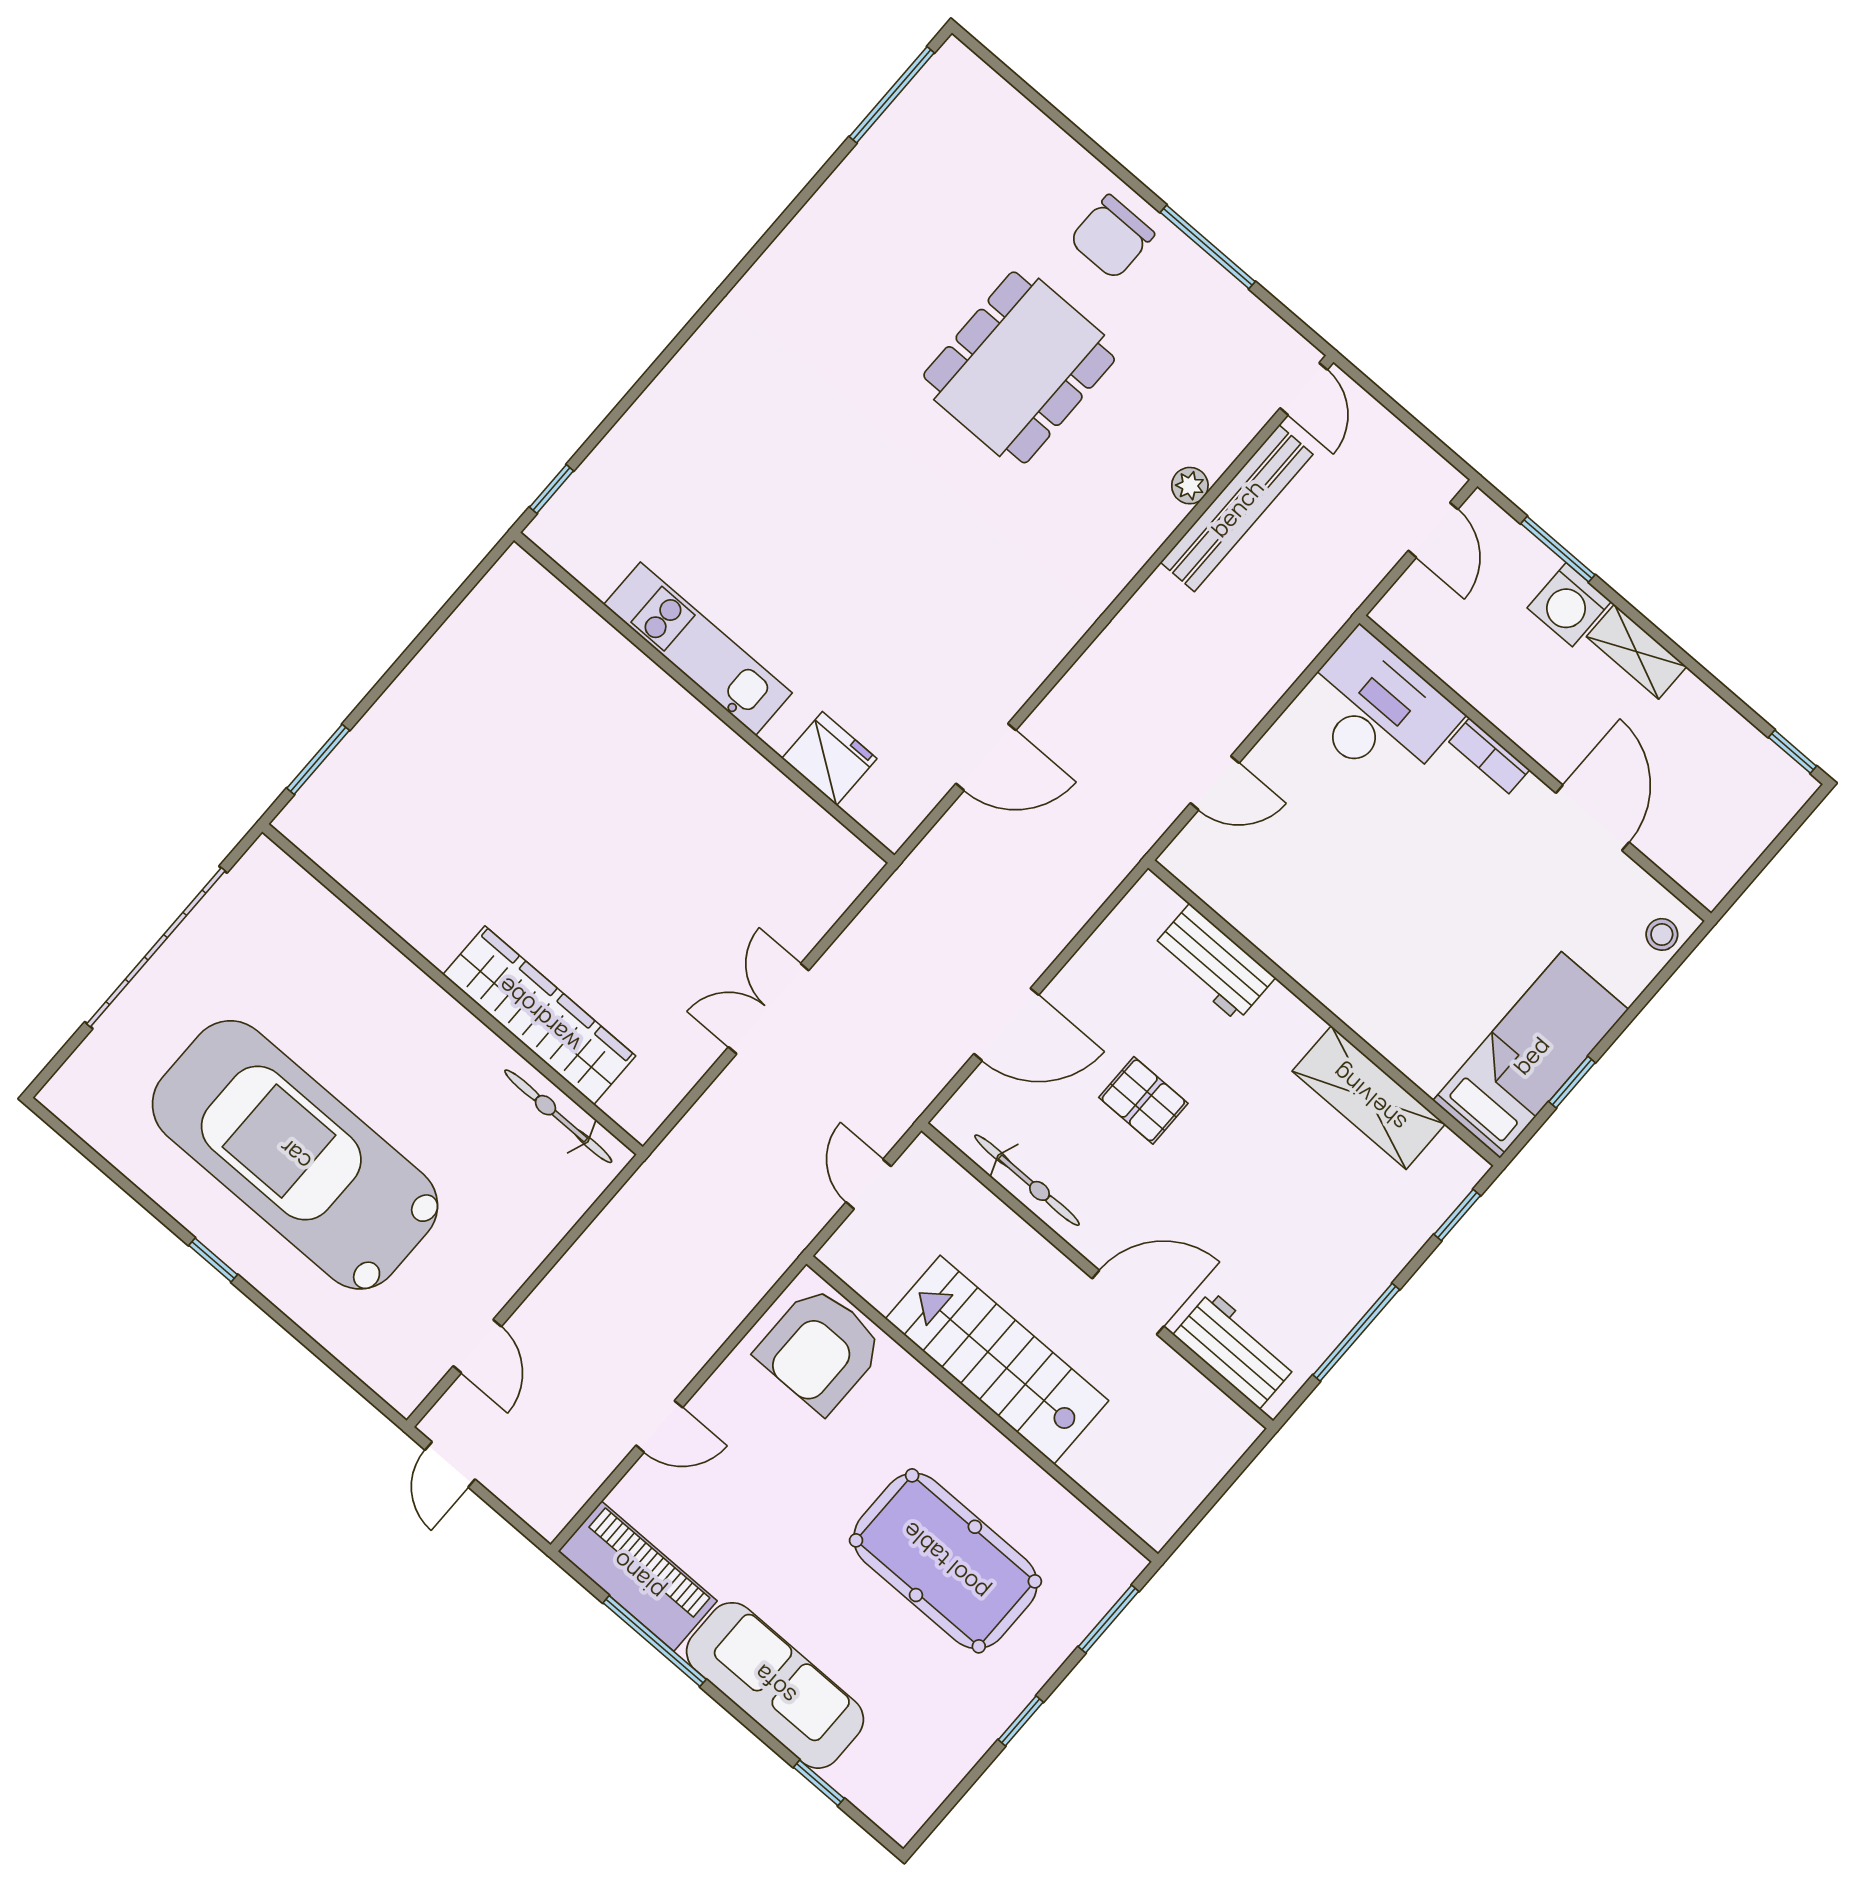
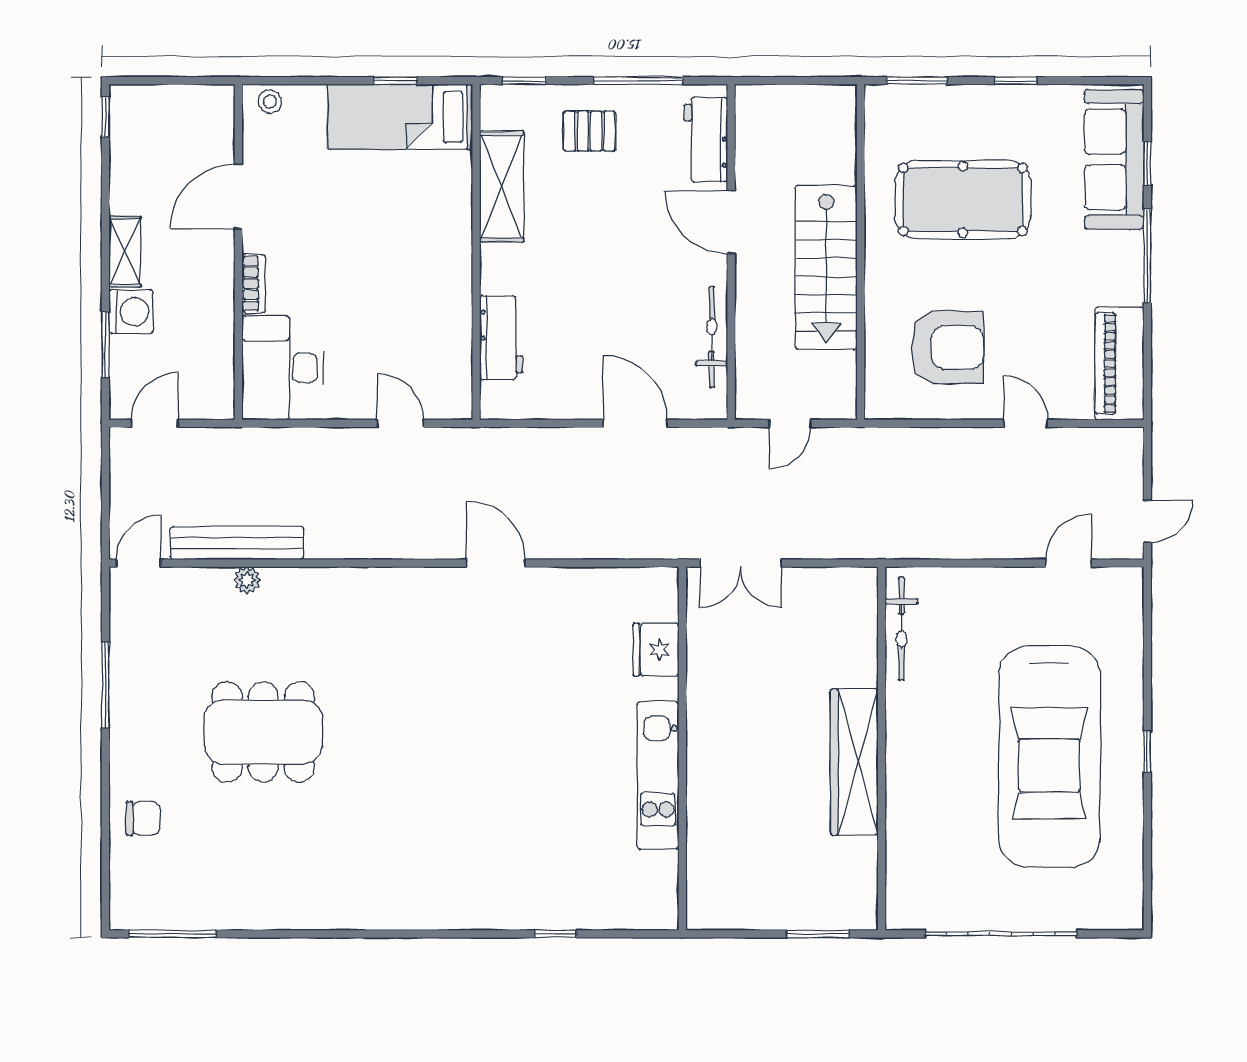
chair: (1112, 237) -> (143, 818), moved, width x0.73, depth x0.73
kitchen unit: (698, 649) -> (658, 775), moved
wall: (704, 698) -> (682, 748), moved
fridge: (829, 758) -> (656, 650), moved
wardrobe: (539, 1015) -> (854, 762), moved
pallet: (1143, 1100) -> (589, 131), moved, turned 90
armchair: (820, 1349) -> (947, 347), moved
pool table: (945, 1561) -> (963, 199), turned 90
window: (655, 1641) -> (1147, 256), moved
sofa: (775, 1685) -> (1114, 159), moved

